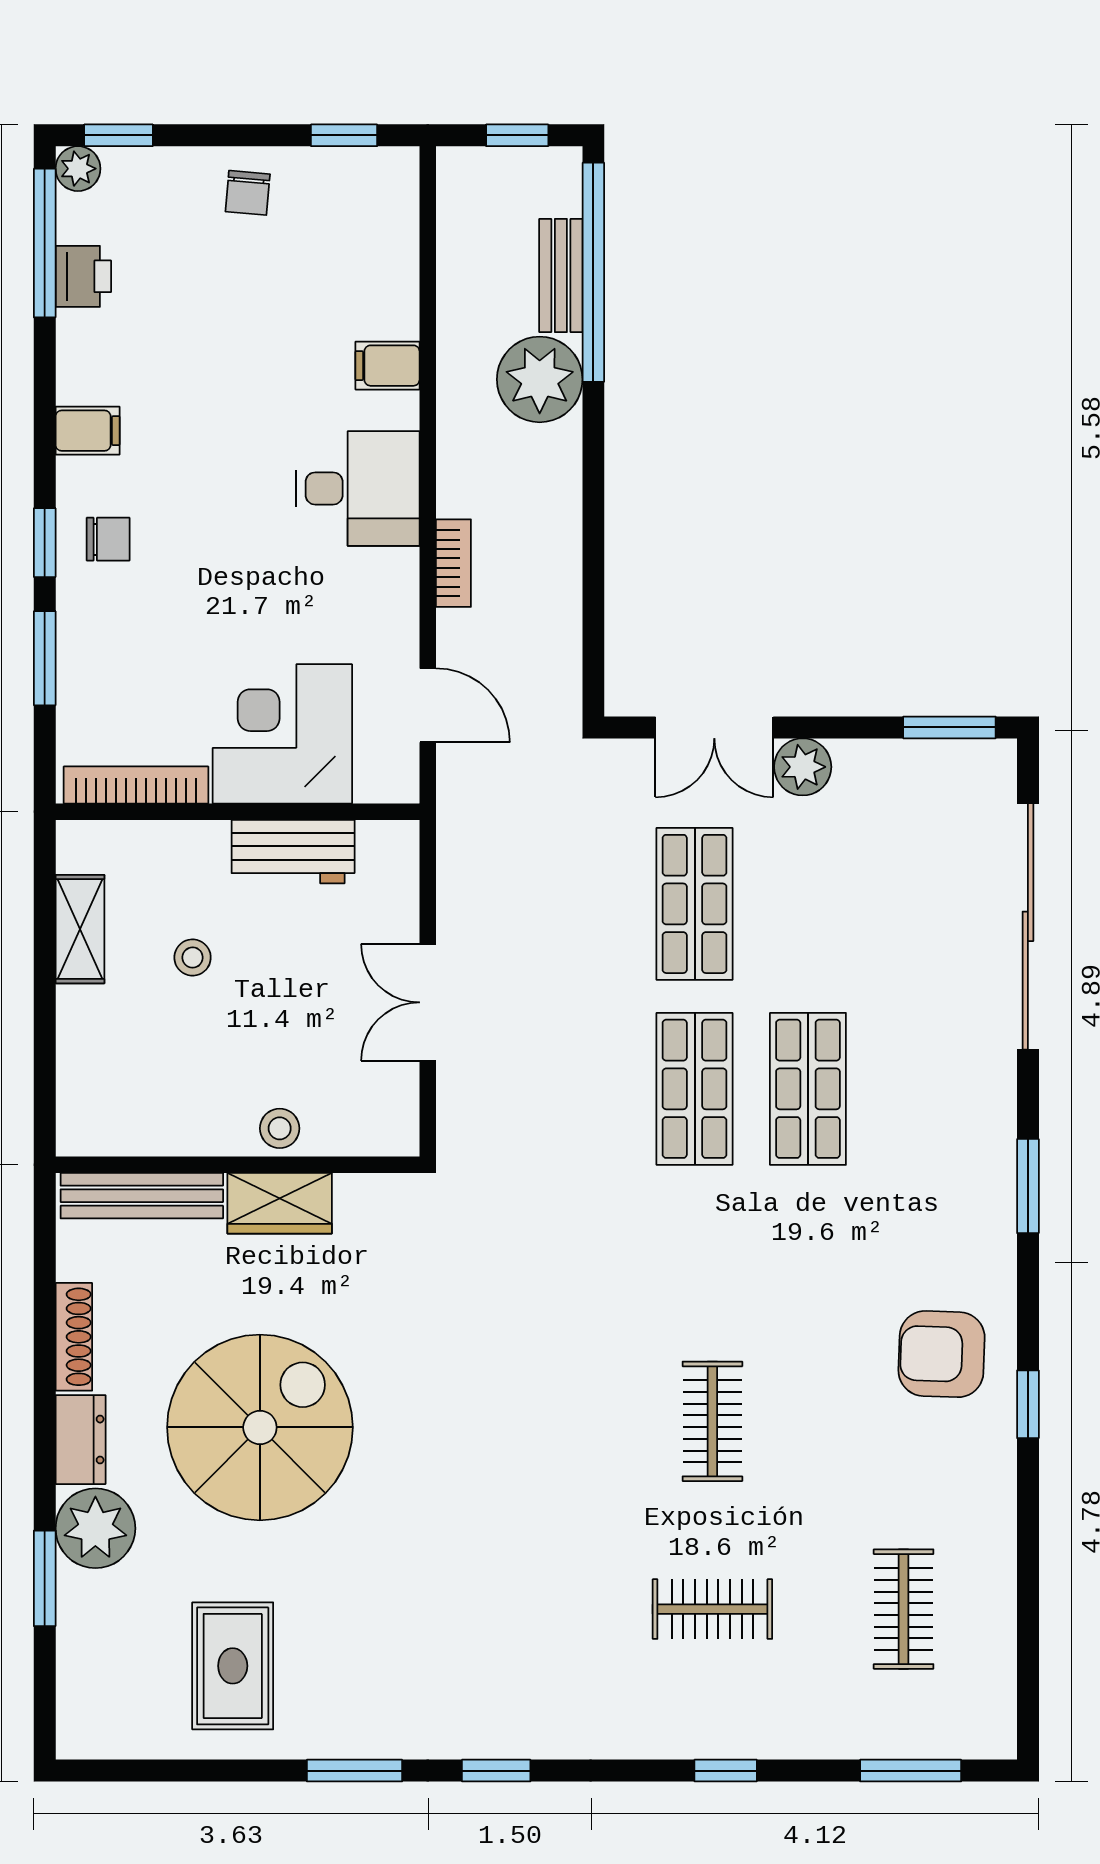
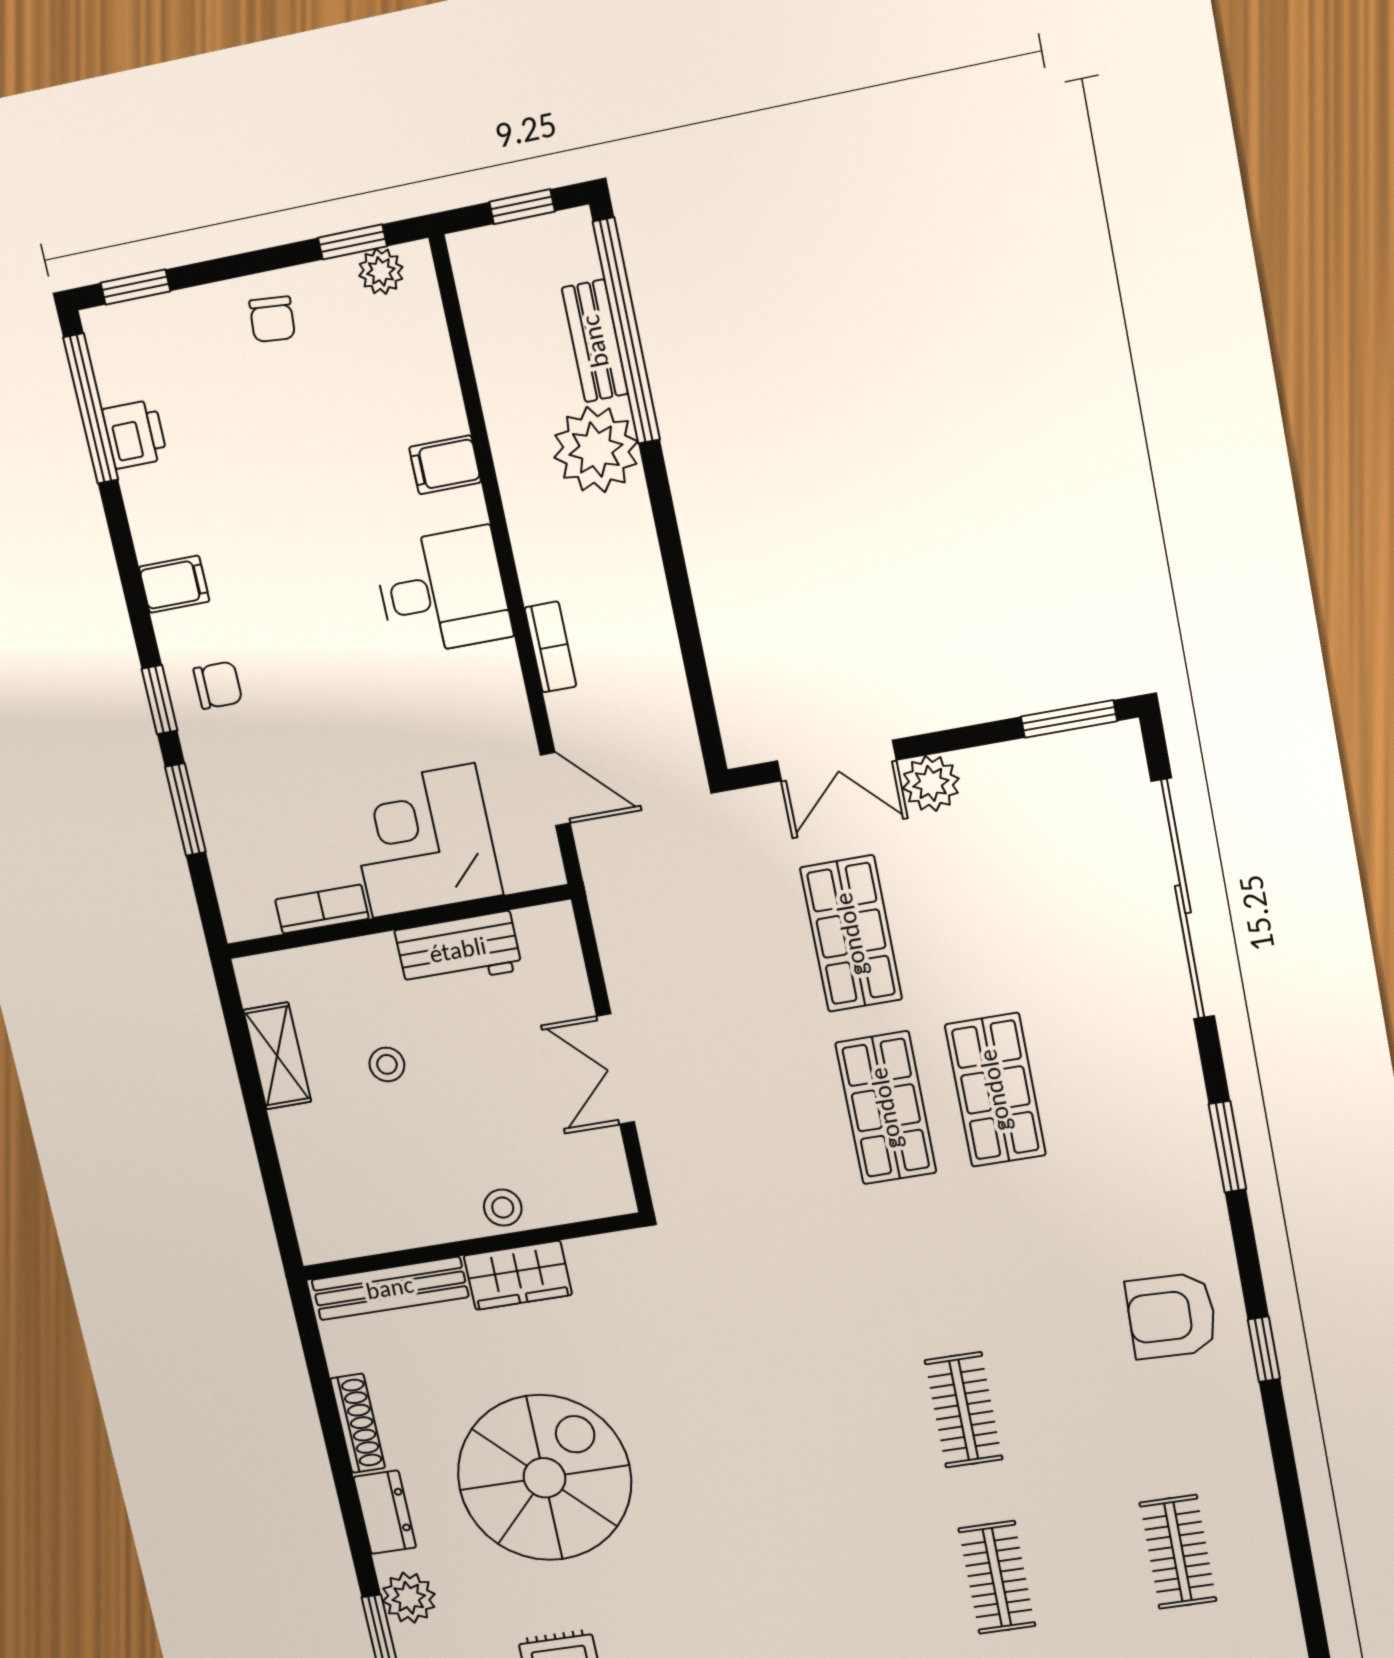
plant: (78, 169) -> (381, 271), moved
bookcase: (136, 785) -> (322, 909), width x0.64
plant: (95, 1528) -> (409, 1598), width x0.73, depth x0.73
clothes rail: (712, 1609) -> (997, 1577), turned 90

